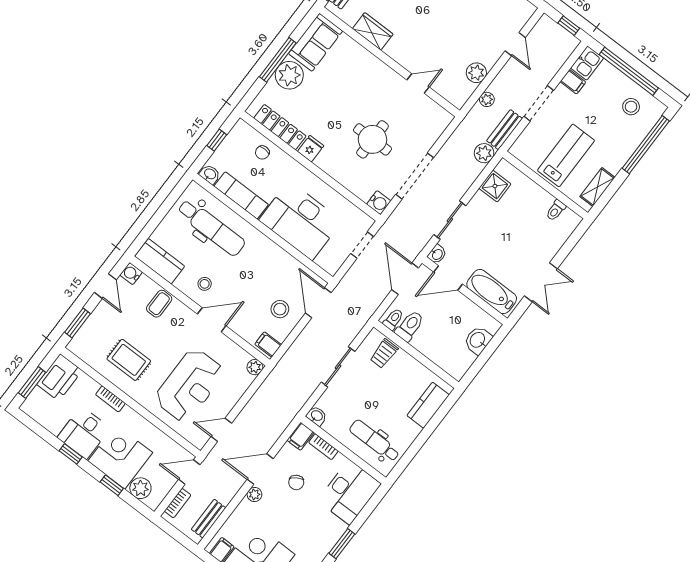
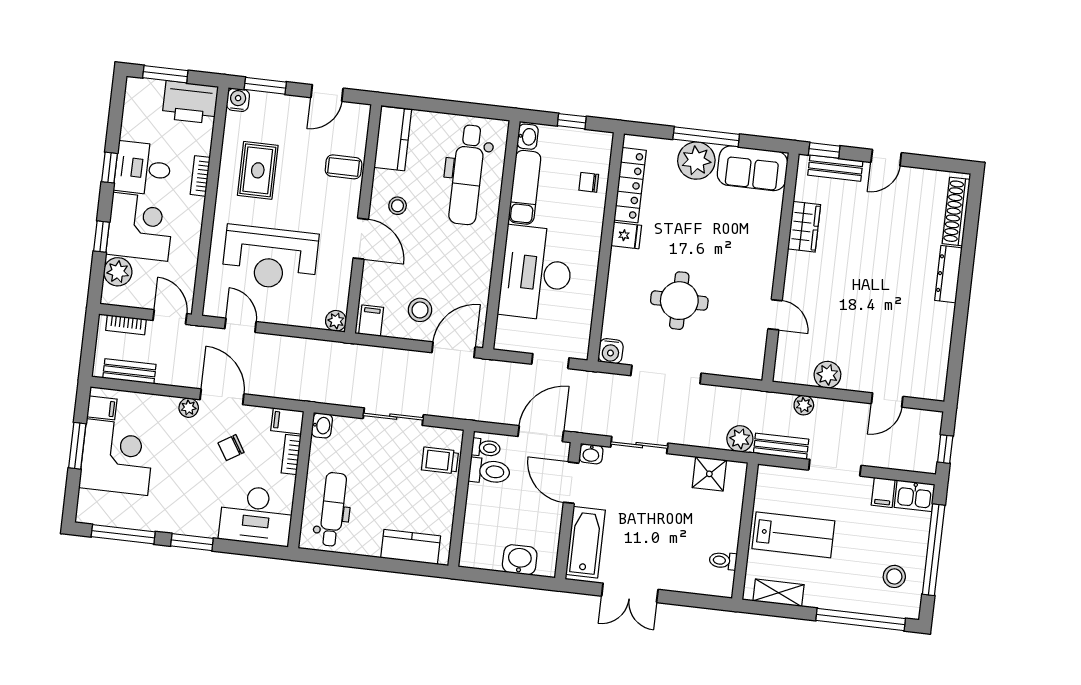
water cooler: (131, 274) -> (238, 100), moved

